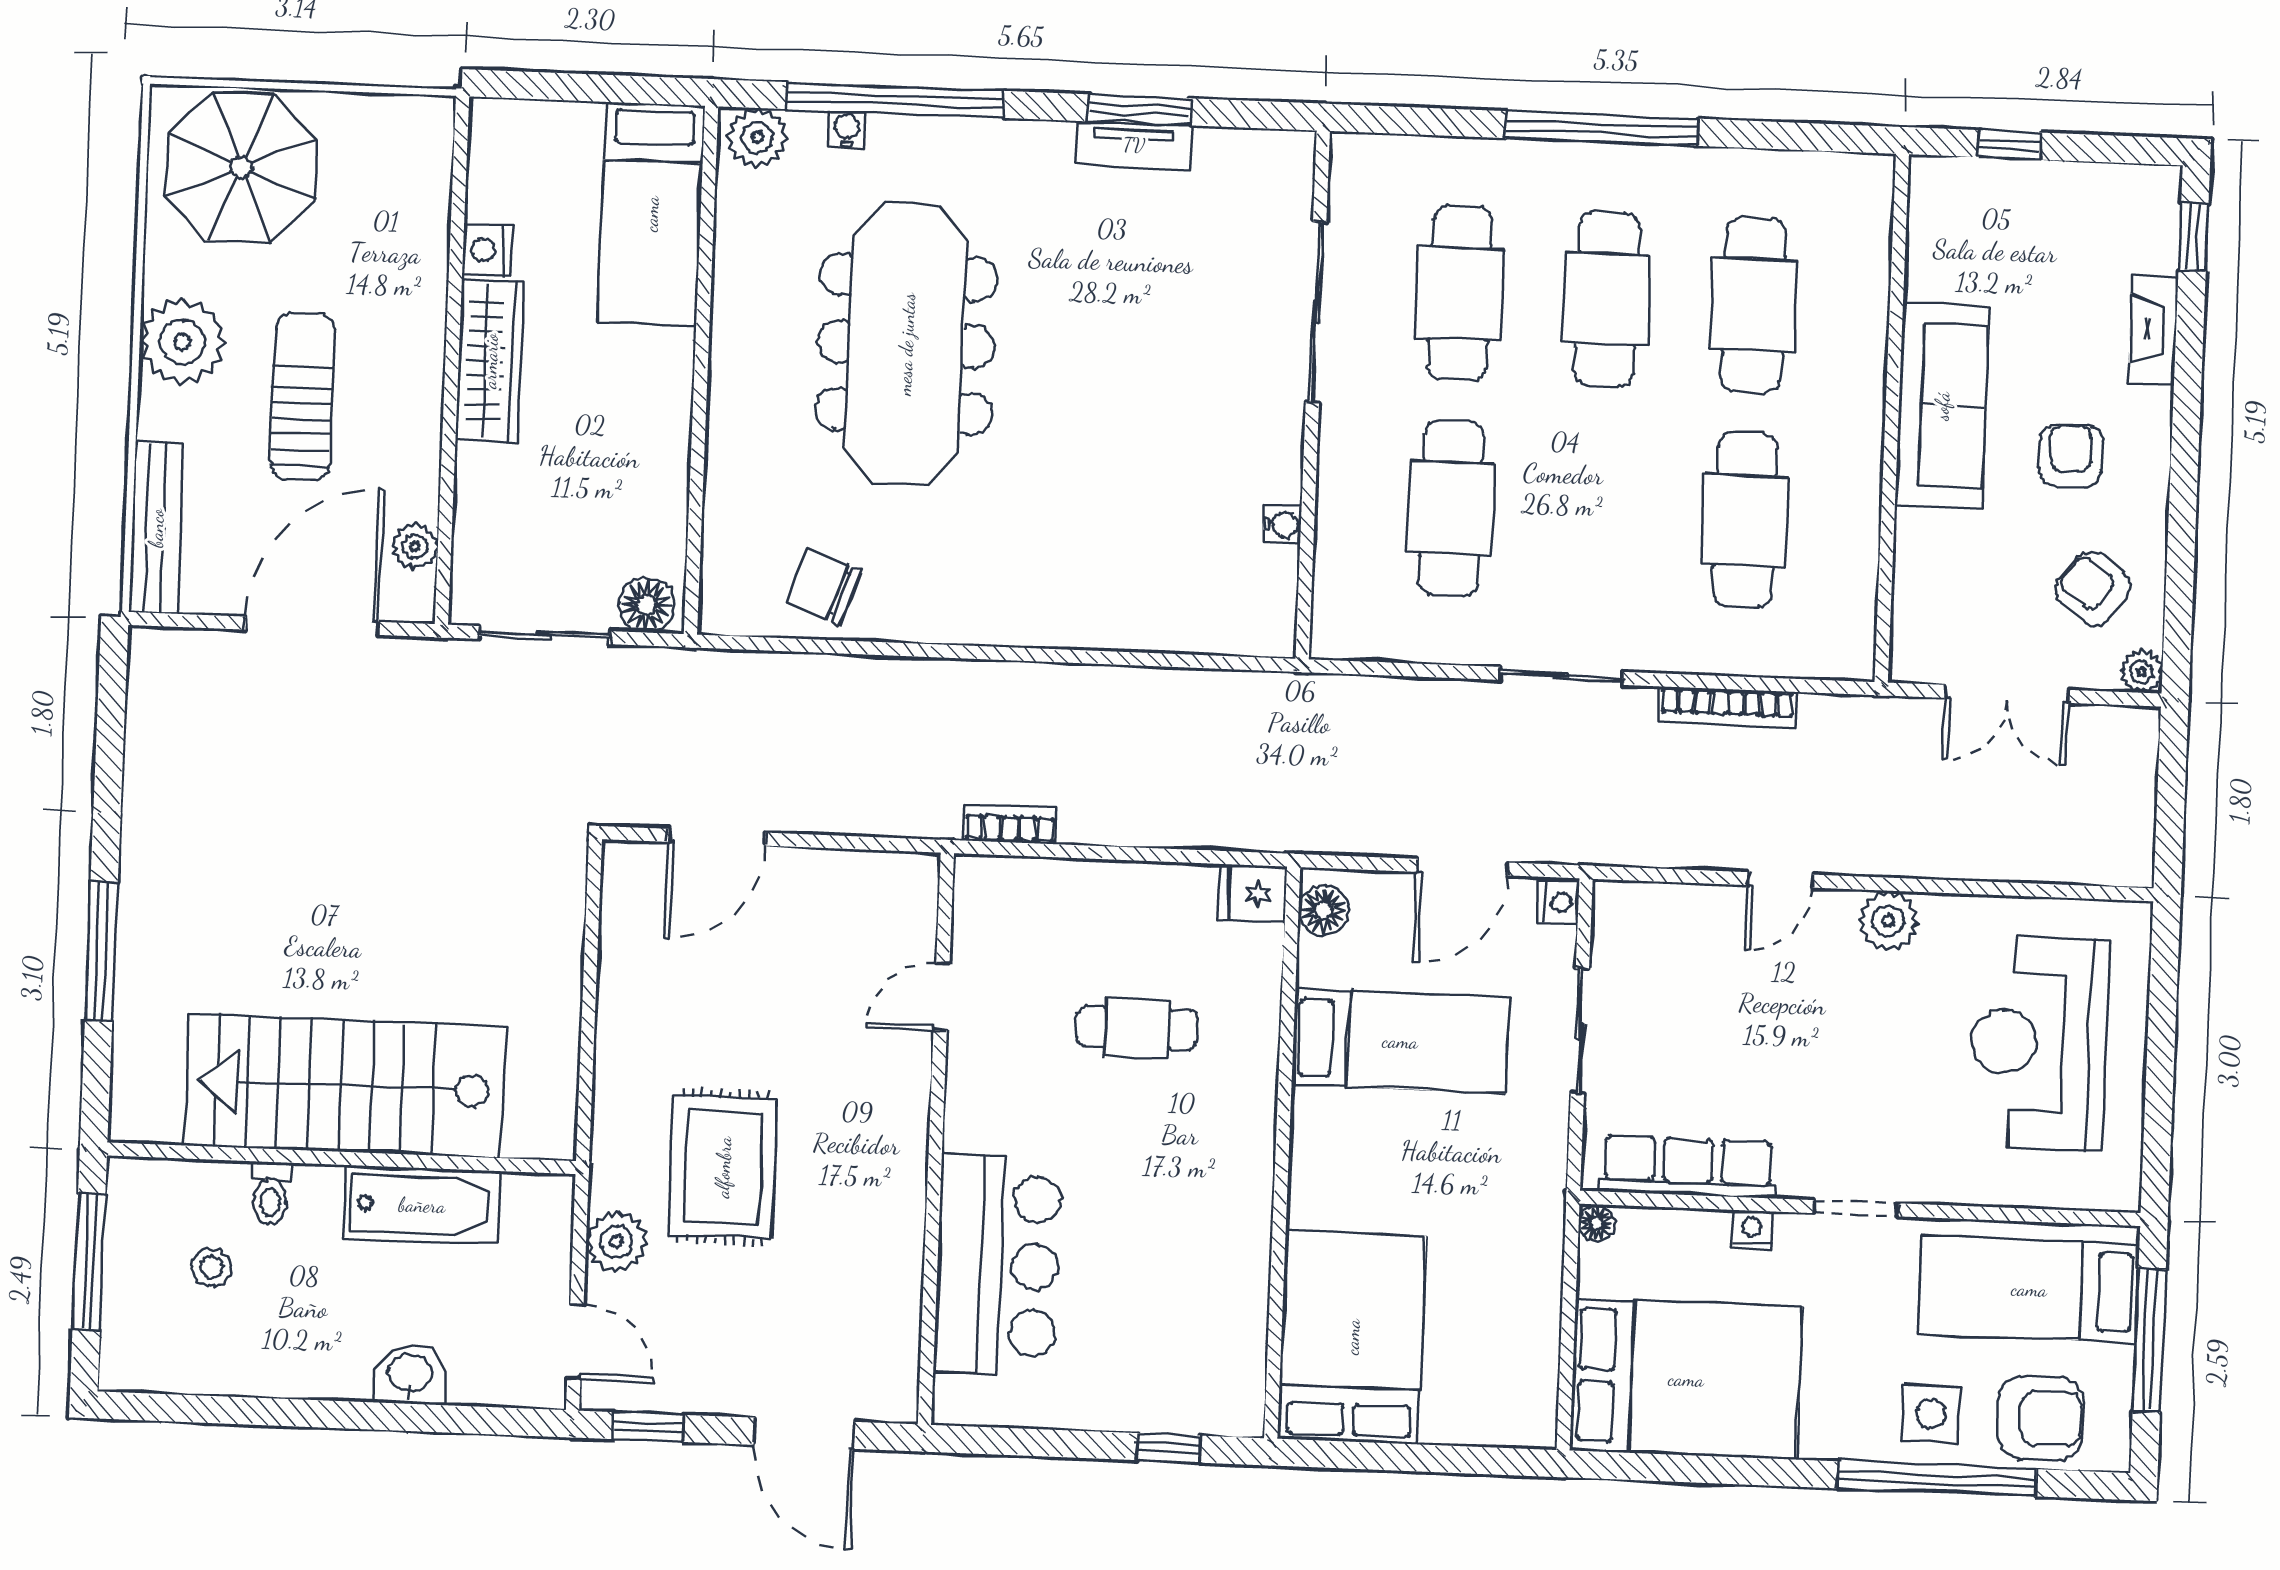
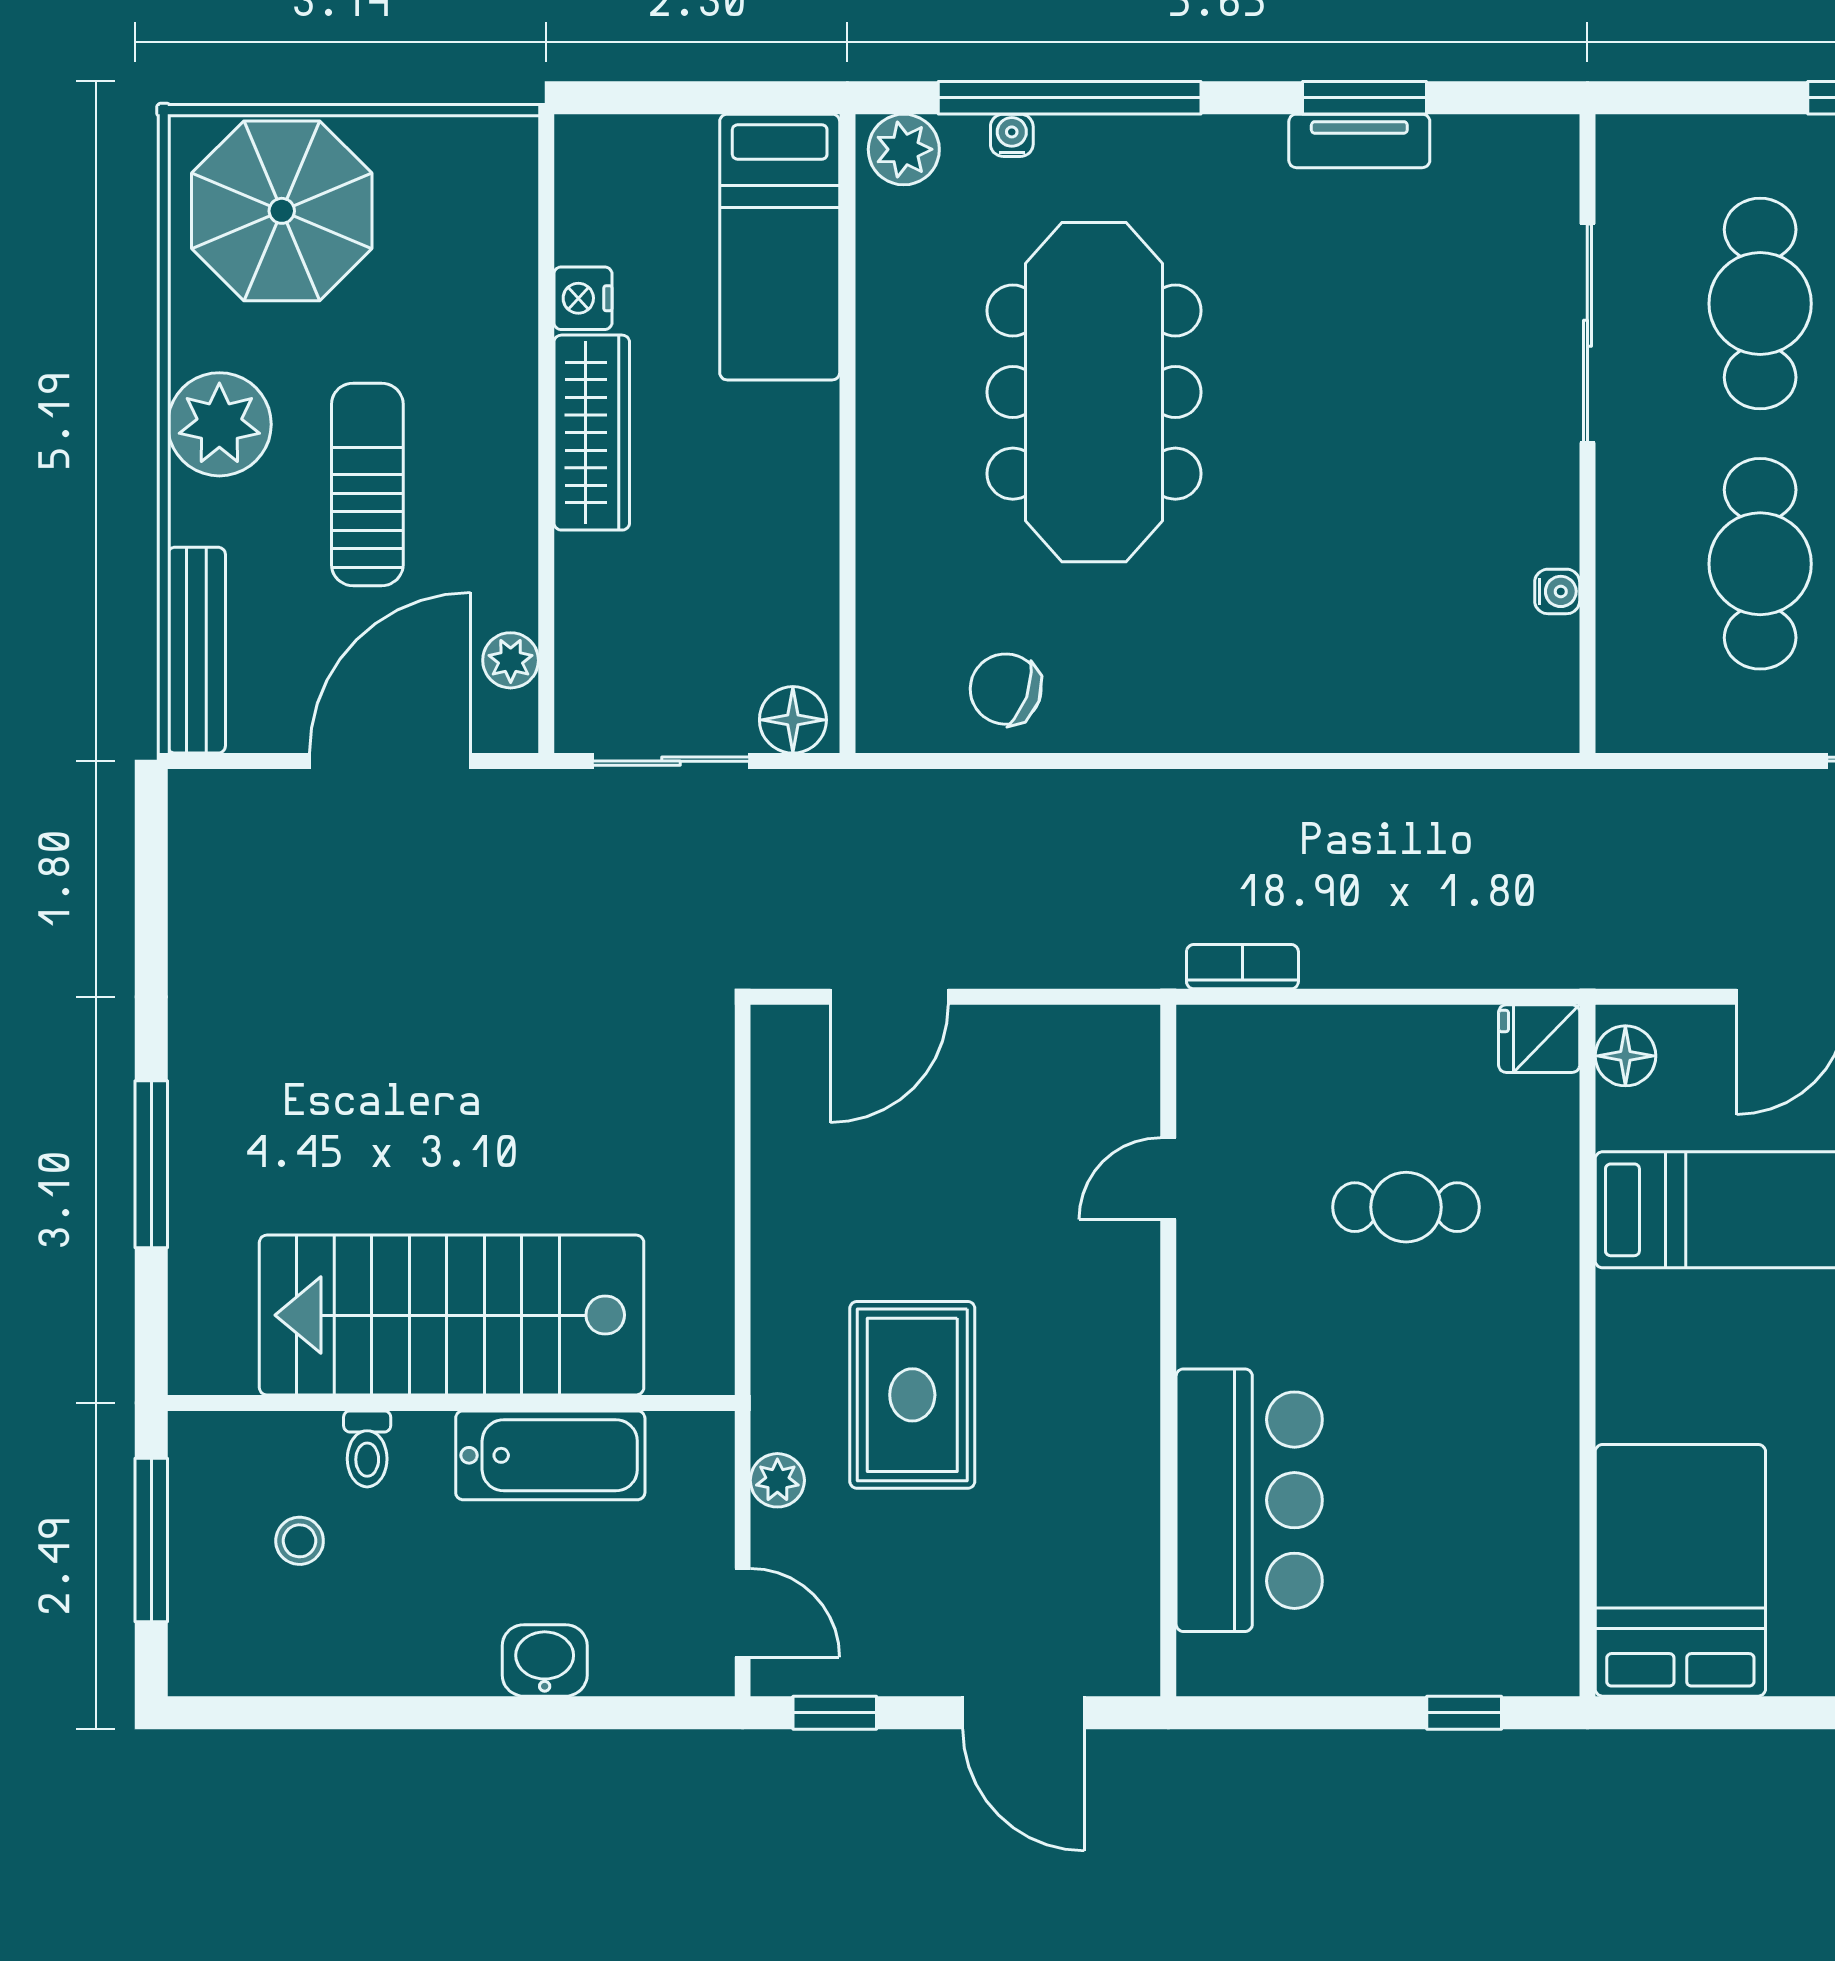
plant: (616, 1242) -> (777, 1480), width x0.73, depth x0.73

